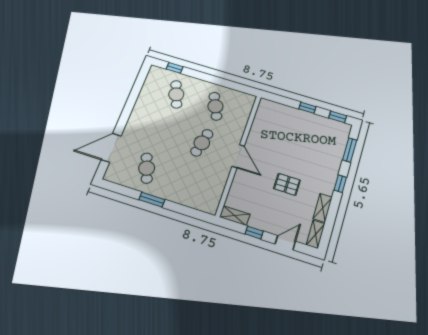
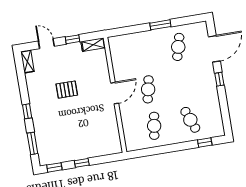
cafe table: (215, 106) -> (154, 126), turned 33
window: (124, 117) -> (219, 79), added
door: (238, 156) -> (115, 93), swing flipped
cafe table: (147, 168) -> (178, 47), turned 36
shelving: (323, 208) -> (32, 85), removed
door: (285, 243) -> (46, 44), swing flipped

